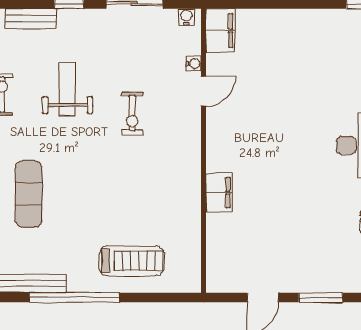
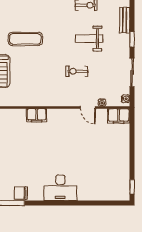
weight bench: (67, 89) -> (89, 39), turned 180
exercise mat: (29, 194) -> (25, 39), moved

